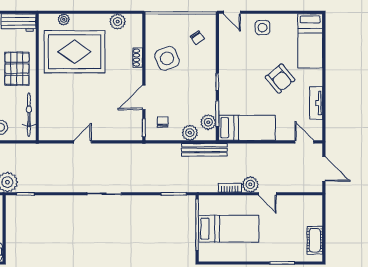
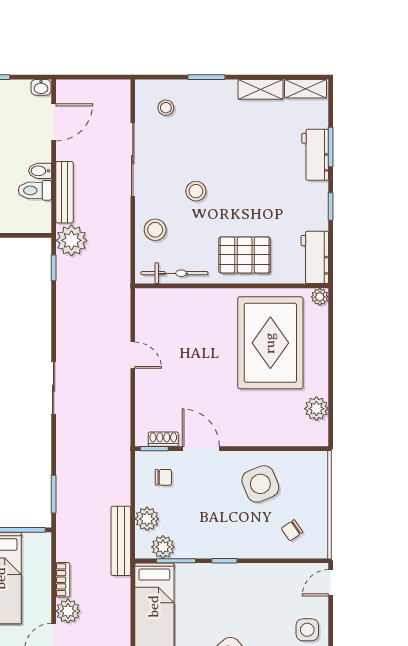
plant: (64, 19) -> (320, 297), moved
shoe rack: (138, 58) -> (163, 439), moved

